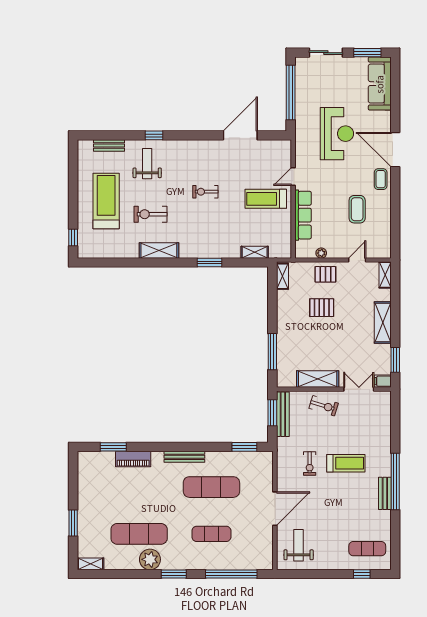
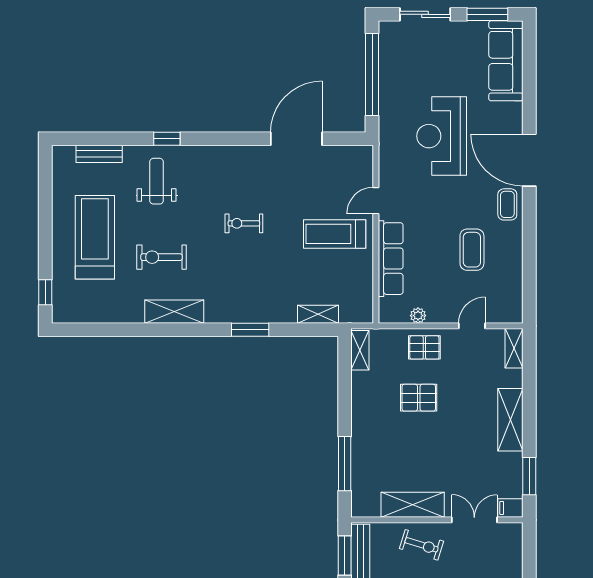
reception desk: (337, 134) -> (442, 136), turned 180

